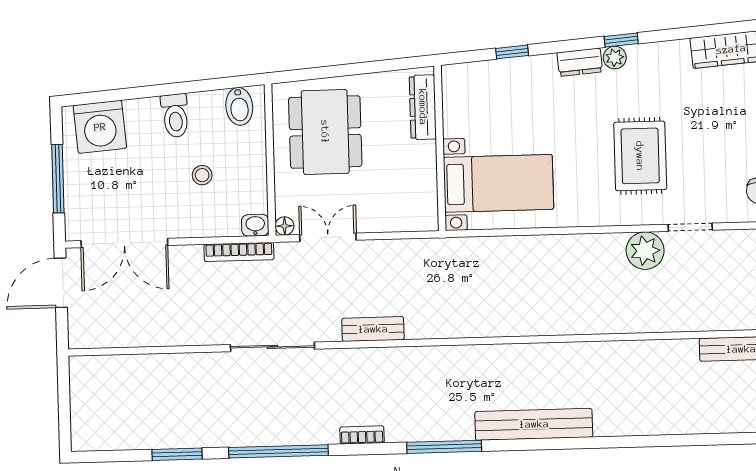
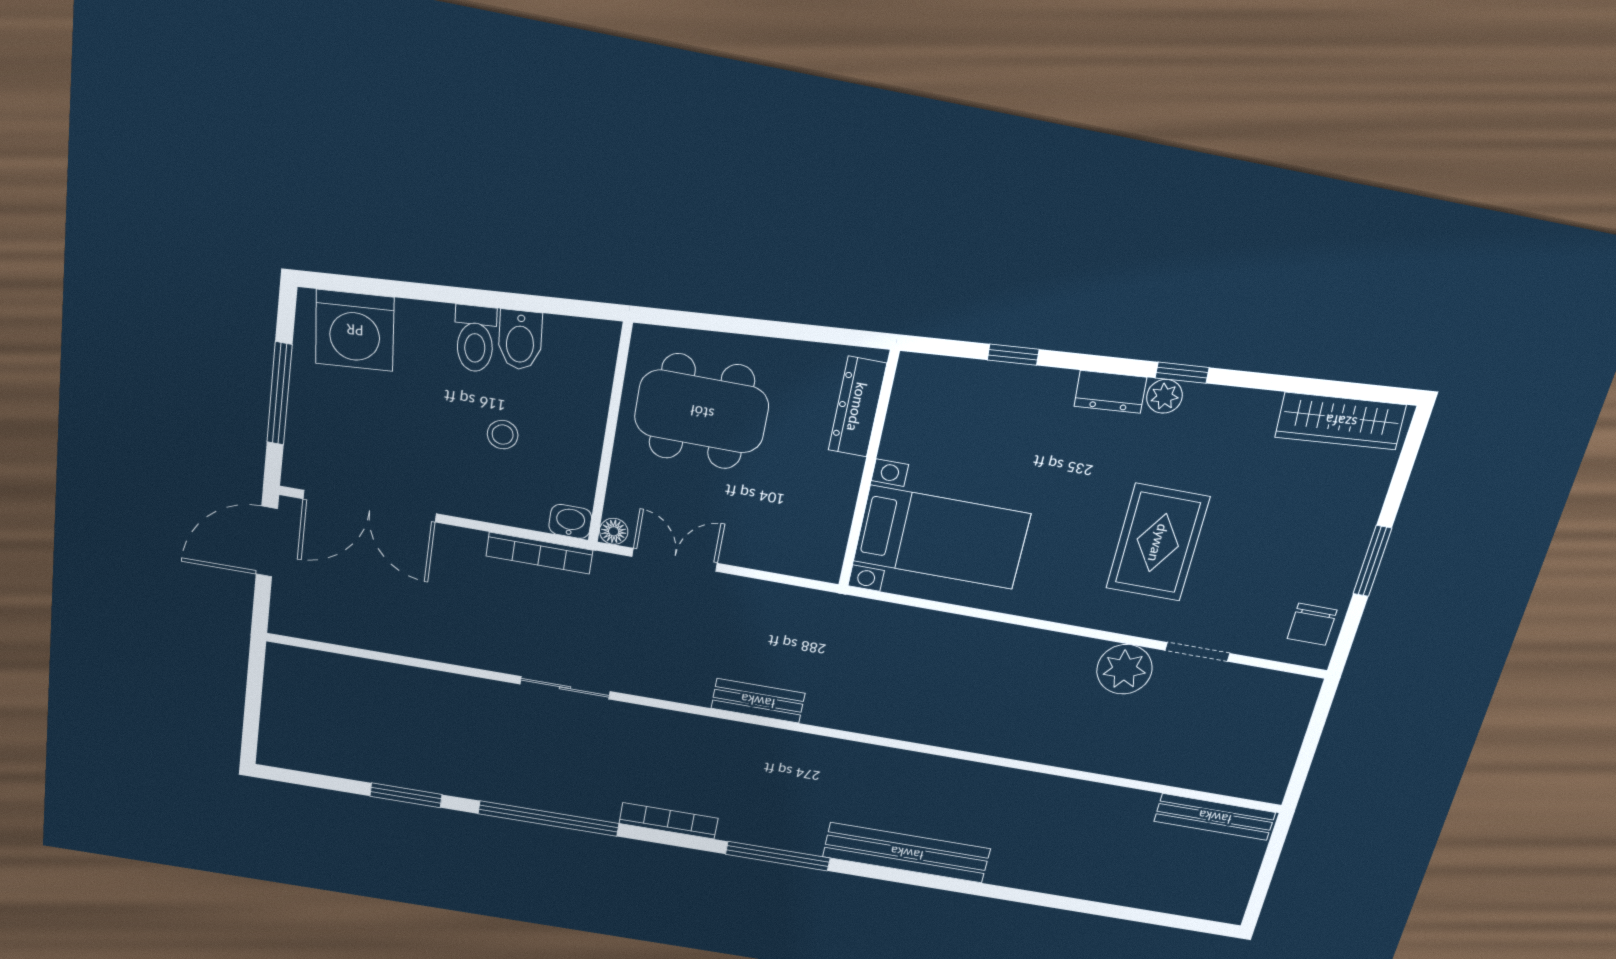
bidet: (239, 106) -> (520, 340), moved
dining table: (325, 132) -> (702, 412), turned 90
bench: (373, 329) -> (758, 701), moved
sliding door: (272, 347) -> (565, 688), width x0.73
bookcase: (362, 435) -> (669, 821), width x1.56

